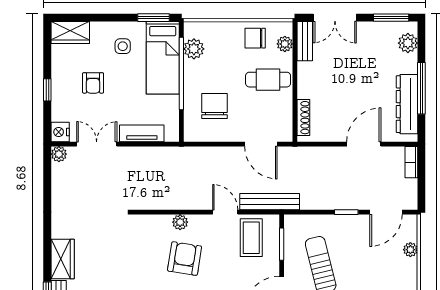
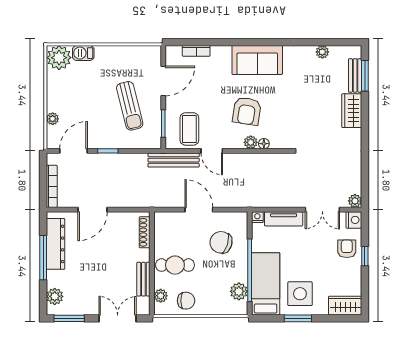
window: (154, 18) -> (298, 318), moved
bench: (305, 41) -> (143, 279), moved
side table: (123, 46) -> (300, 294), width x1.87, depth x1.87
armchair: (93, 83) -> (347, 249), moved
chair: (215, 106) -> (221, 242), turned 107
nightstand: (172, 135) -> (257, 217), added
door: (261, 144) -> (199, 210), moved
bookcase: (411, 162) -> (52, 186), width x1.56
floor lamp: (165, 221) -> (264, 144), added

